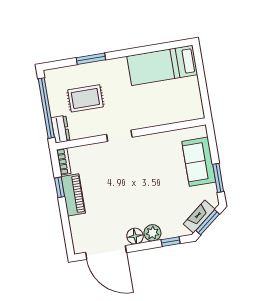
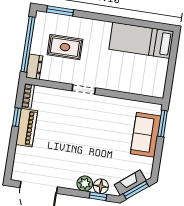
window: (91, 59) -> (60, 11), moved
window: (218, 178) -> (163, 123), moved
floor lamp: (135, 236) -> (101, 186), moved

